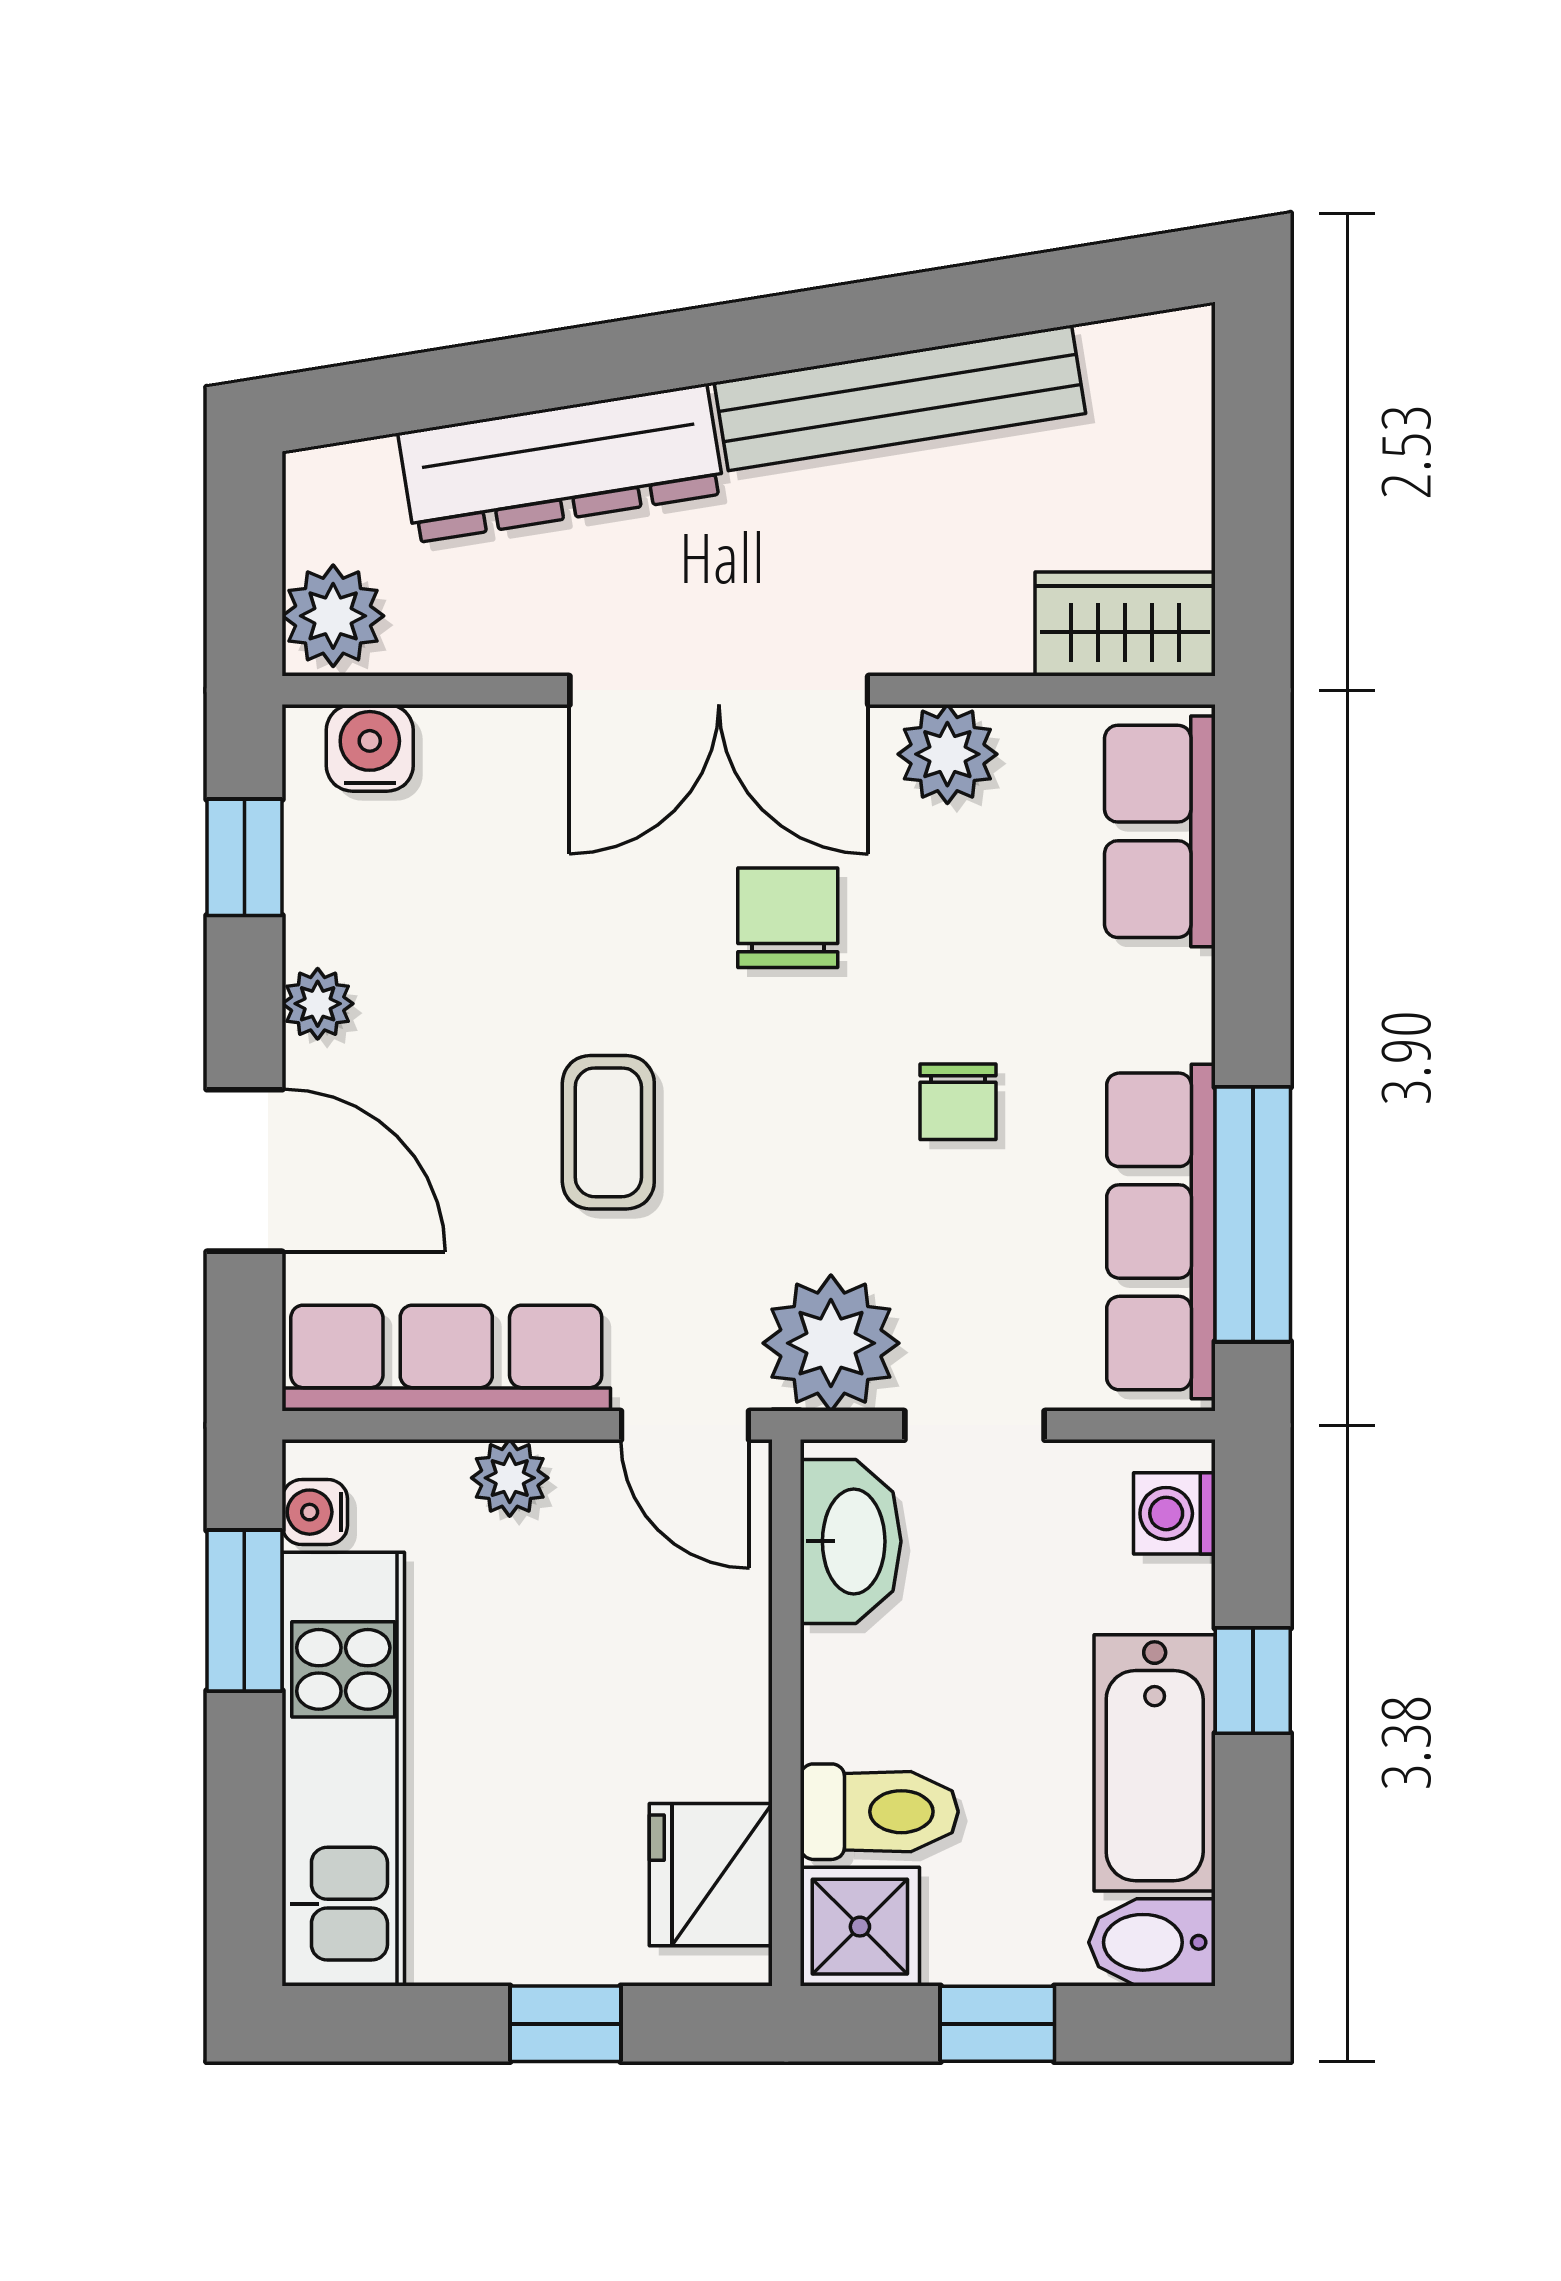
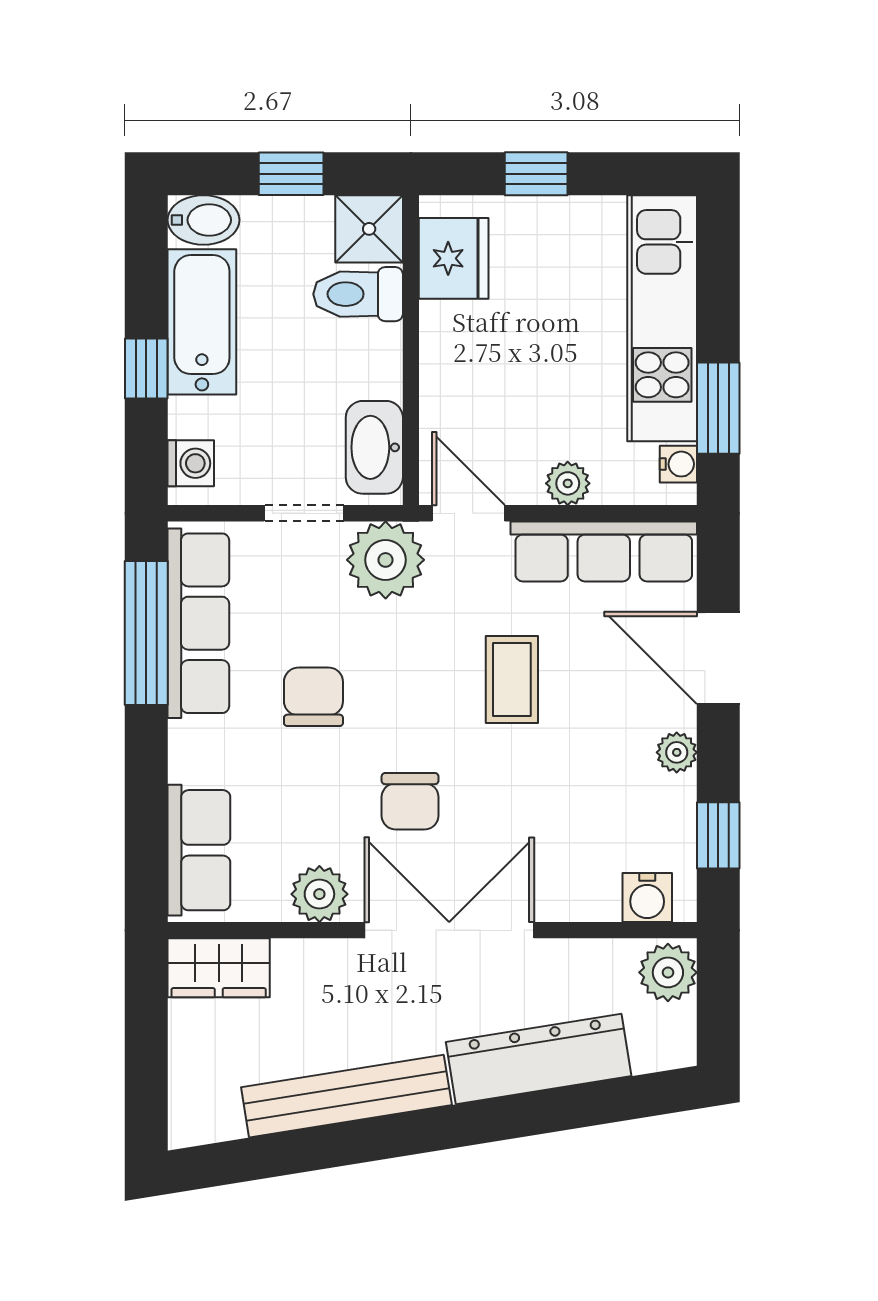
chair: (958, 1102) -> (313, 697), width x1.37, depth x1.37

